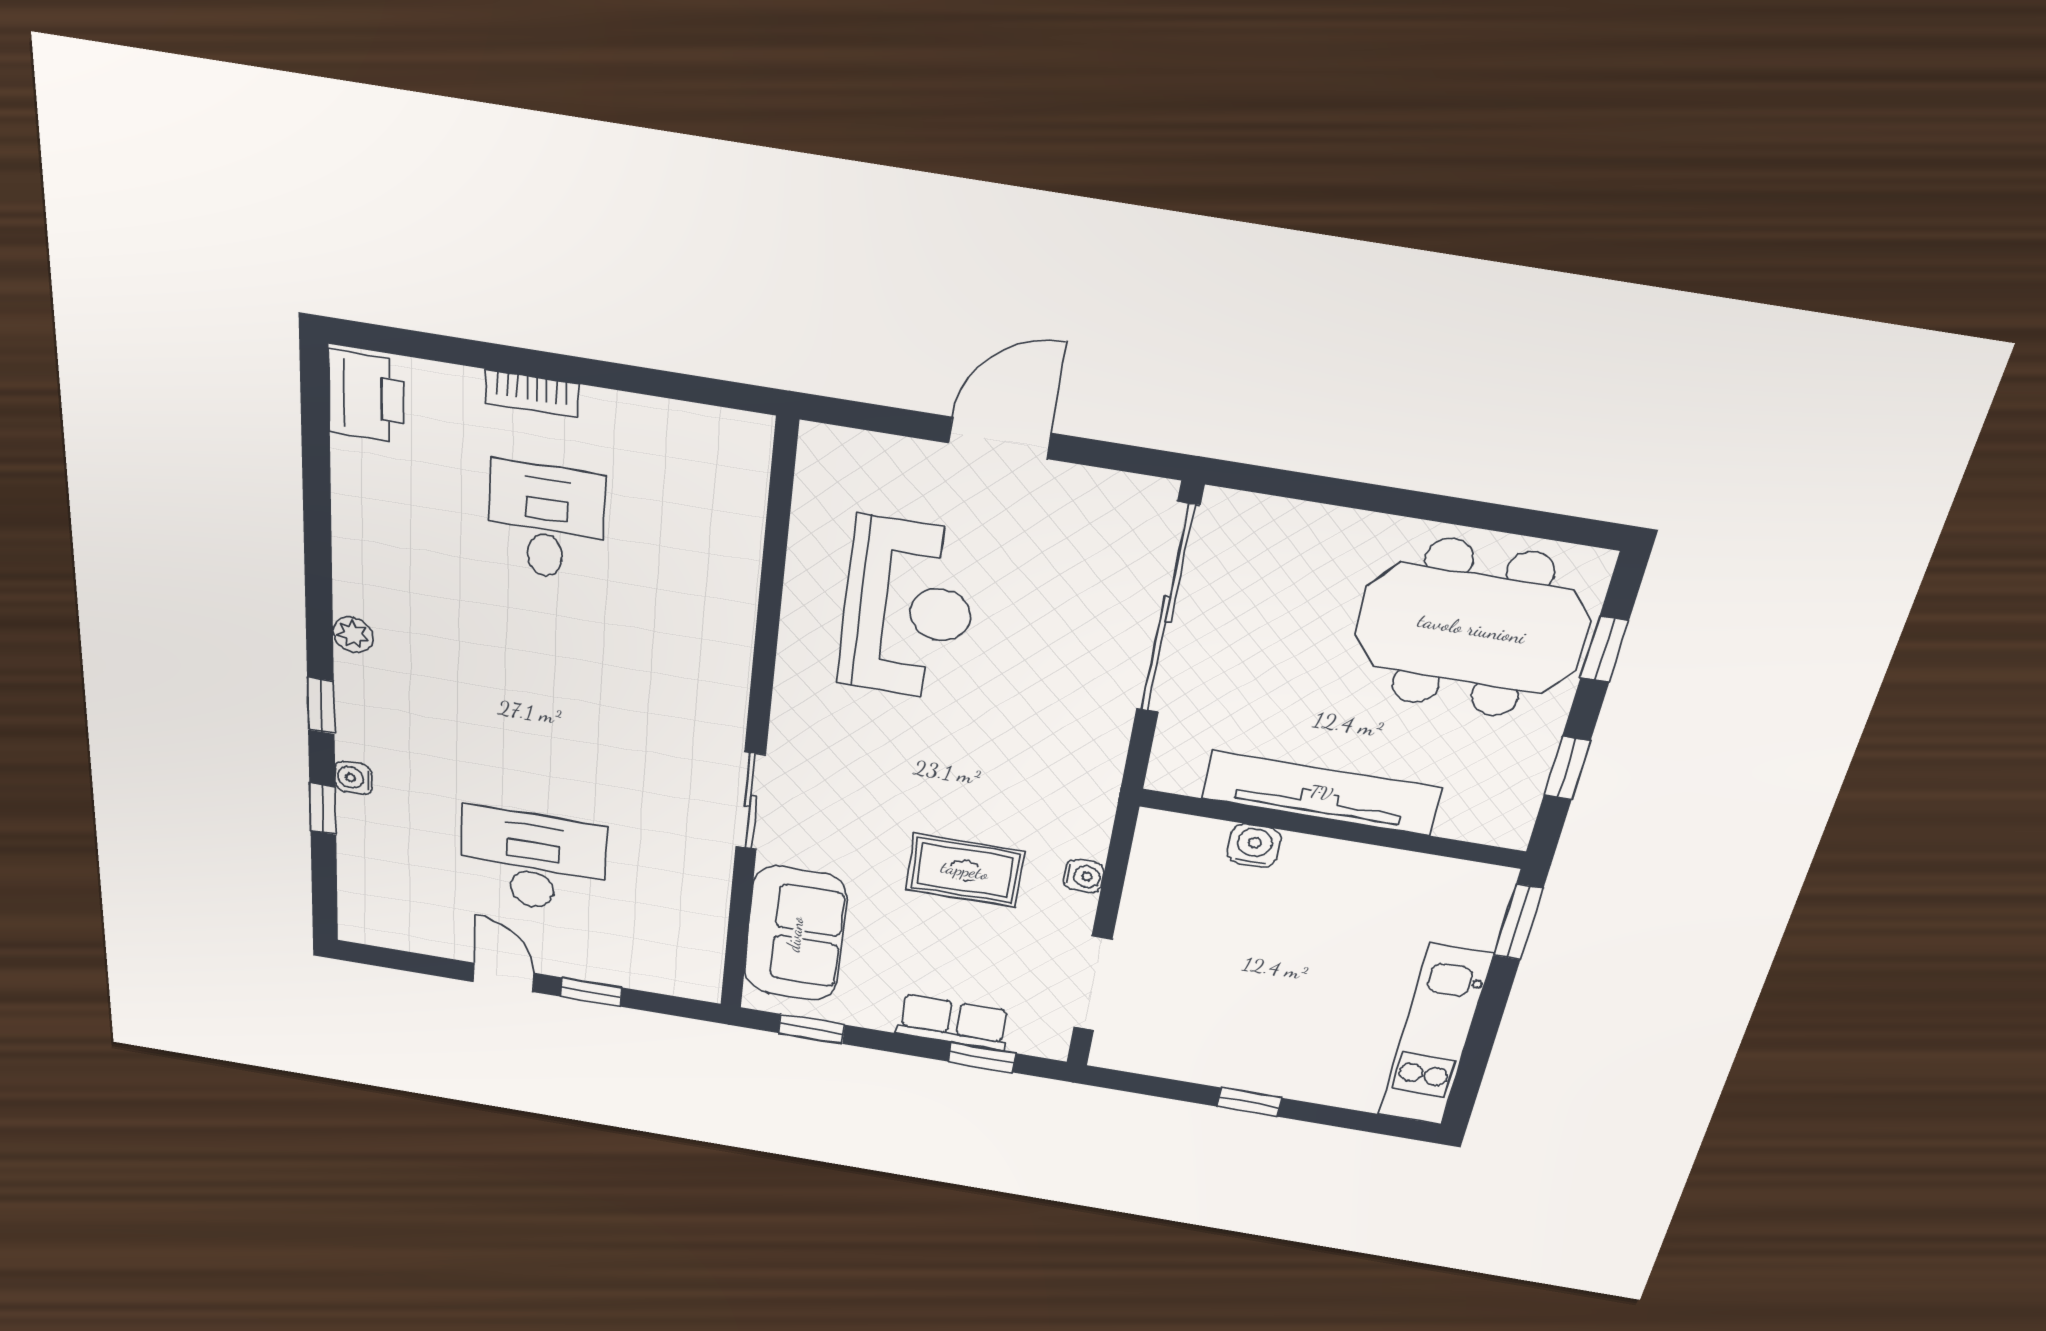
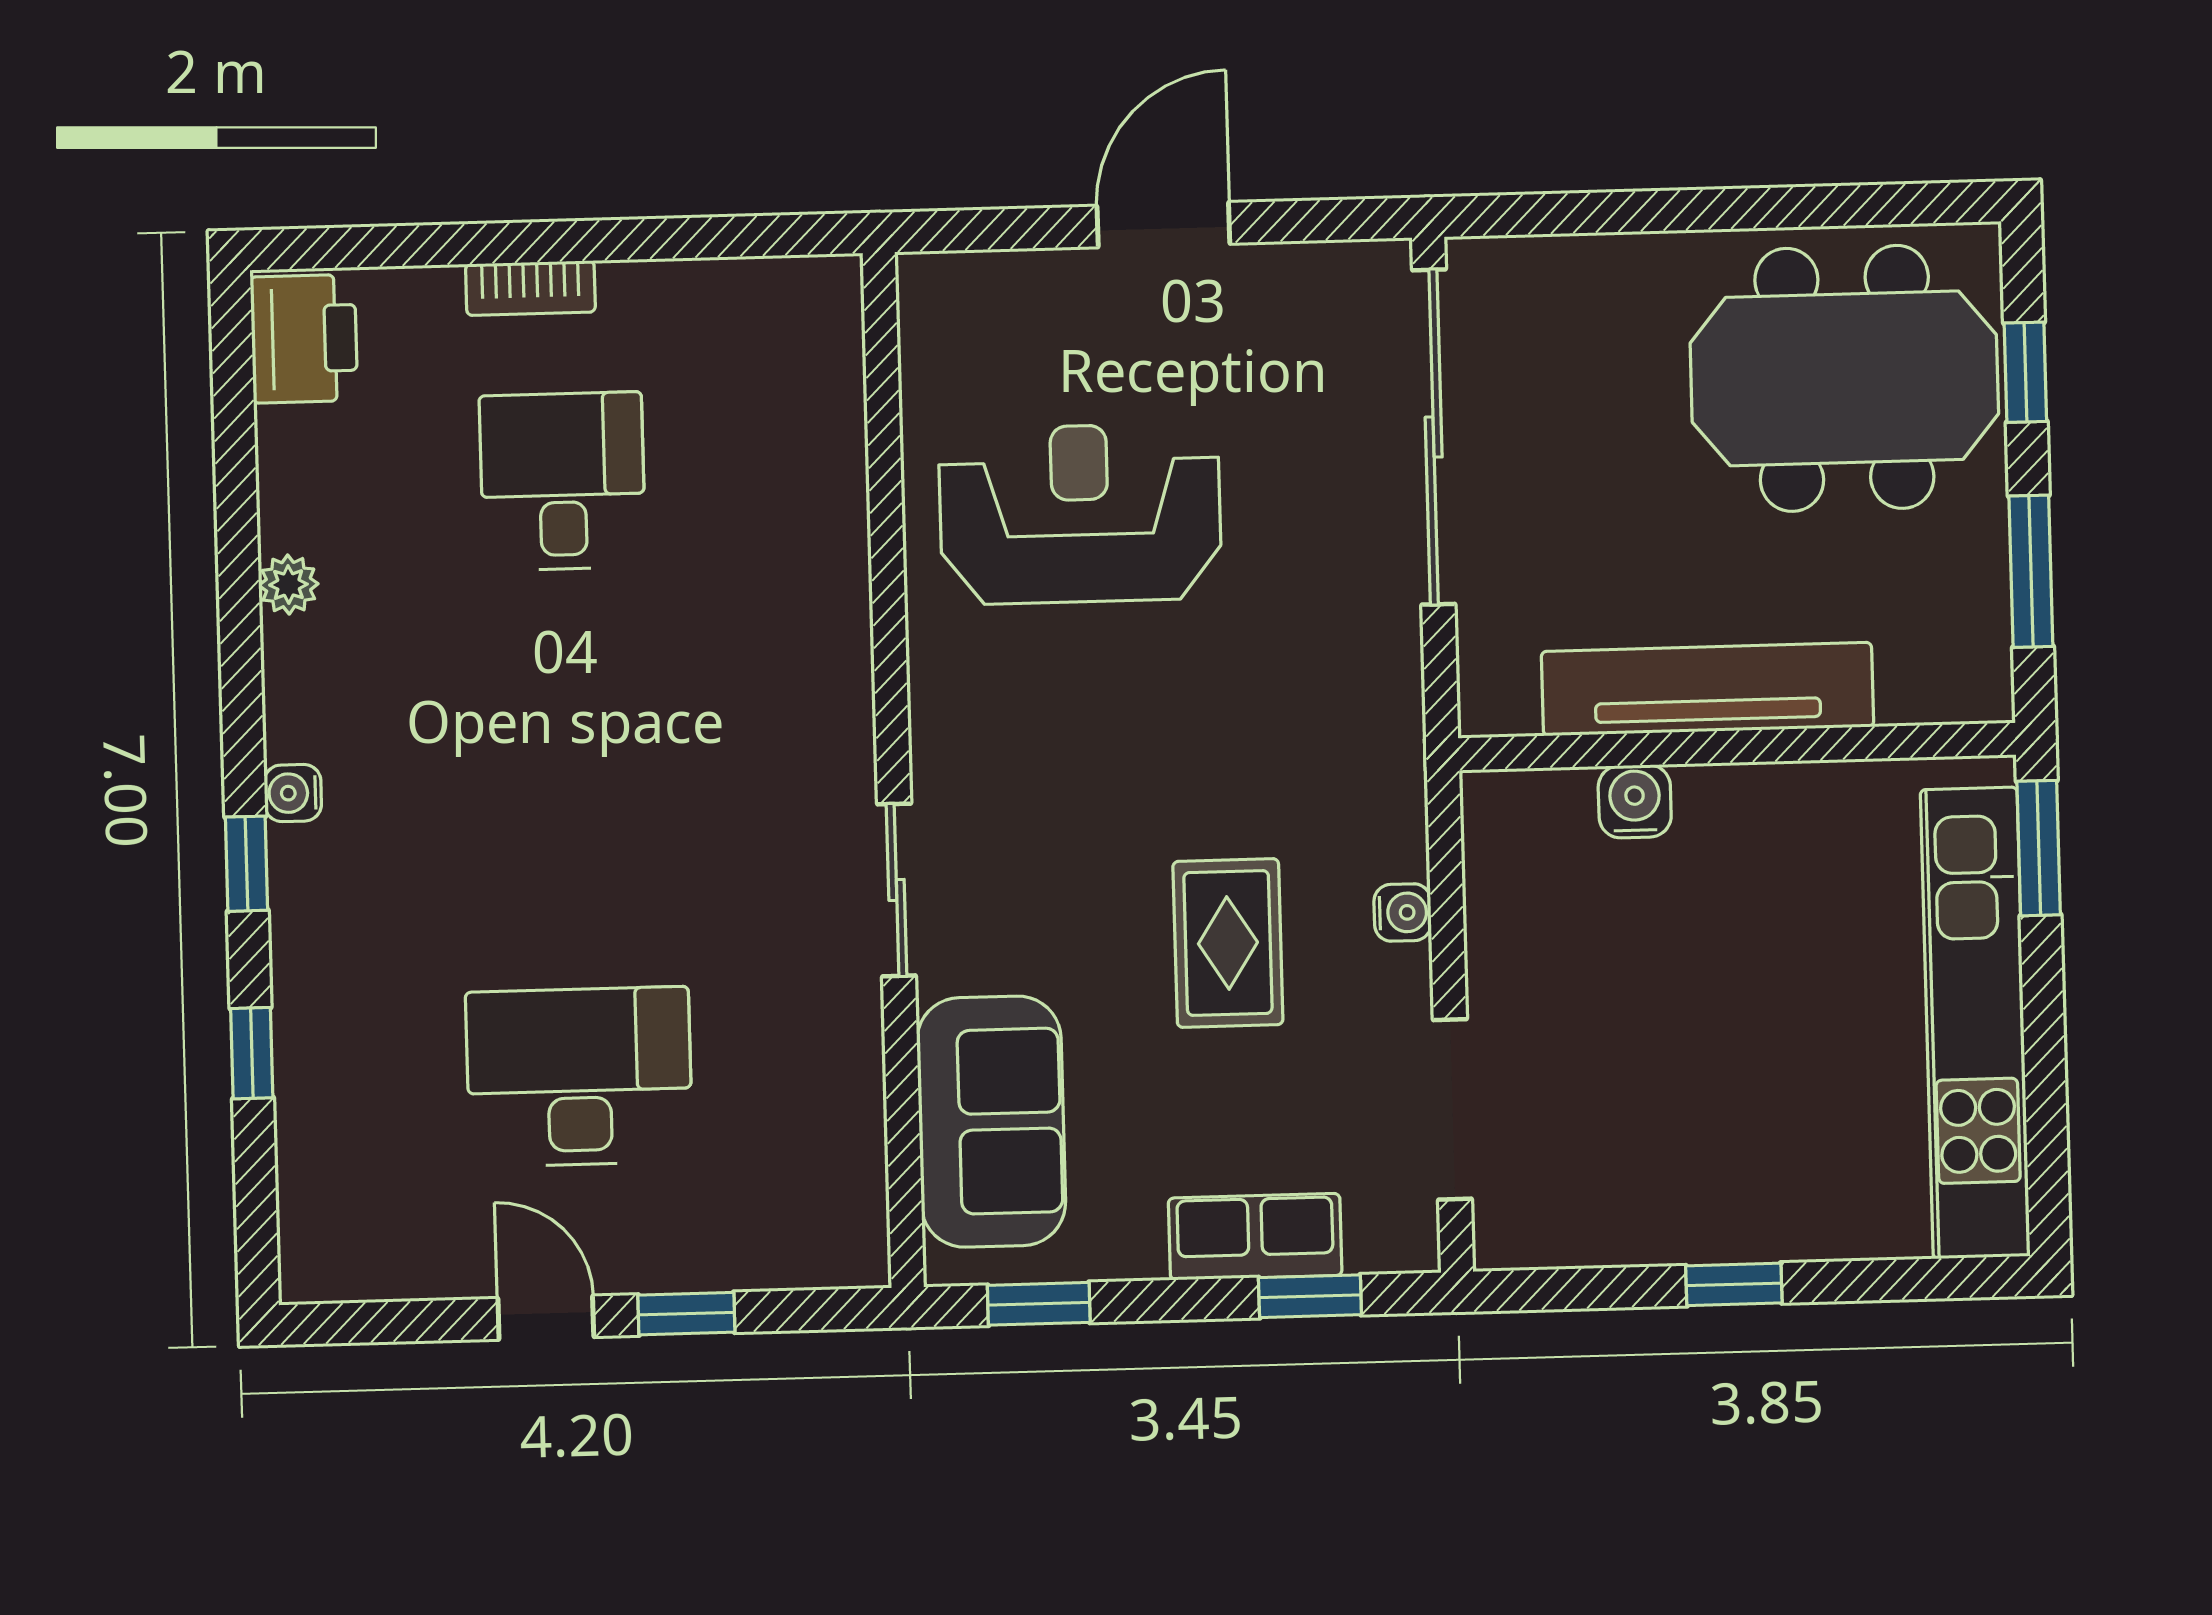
reception desk: (908, 609) -> (1080, 514), turned -90
plant: (353, 635) -> (288, 585), moved
window: (1567, 768) -> (2031, 571), width x1.50
water cooler: (354, 778) -> (293, 793), moved
rug: (965, 871) -> (1228, 943), turned 90
kitchen unit: (1435, 1036) -> (1975, 1023), width x1.36

